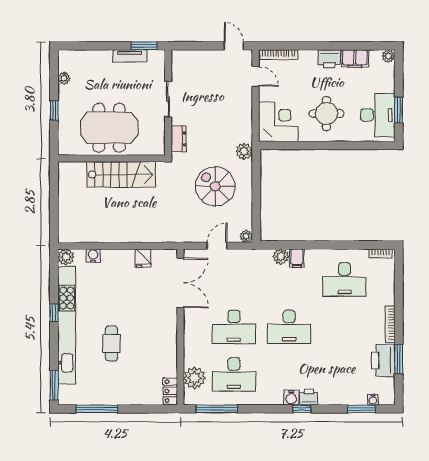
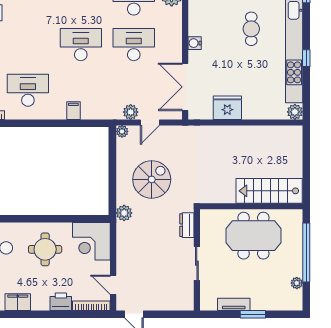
window: (144, 46) -> (253, 314), moved
printer: (329, 59) -> (61, 302), moved
window: (54, 110) -> (306, 253), width x3.17
stairs: (121, 174) -> (269, 191), moved
spiral stairs: (215, 186) -> (152, 179), turned -90
water cooler: (93, 256) -> (195, 43), moved, turned 90
plant: (281, 257) -> (131, 112), moved
fridge: (143, 258) -> (227, 108), width x1.88, depth x1.34

